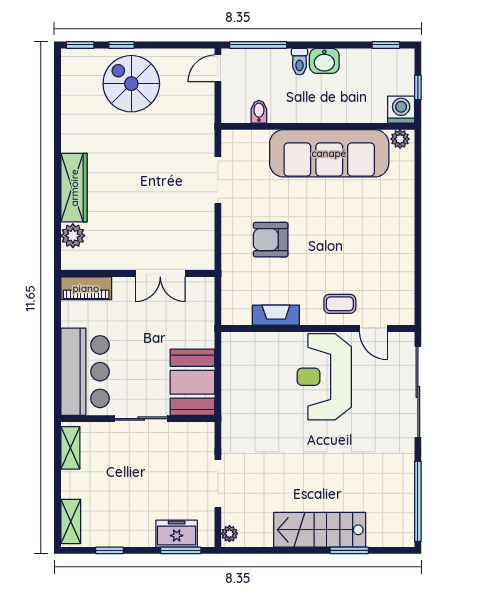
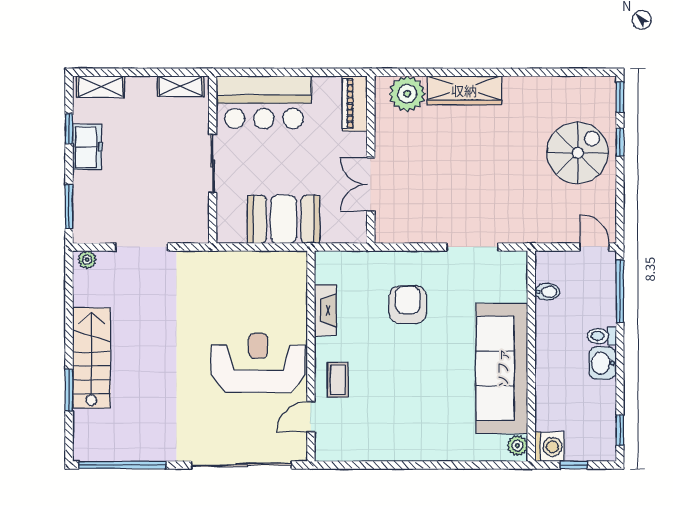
plant: (73, 236) -> (407, 94), width x1.36, depth x1.36
booth: (192, 382) -> (284, 219), moved
freezer: (177, 534) -> (87, 147), moved

